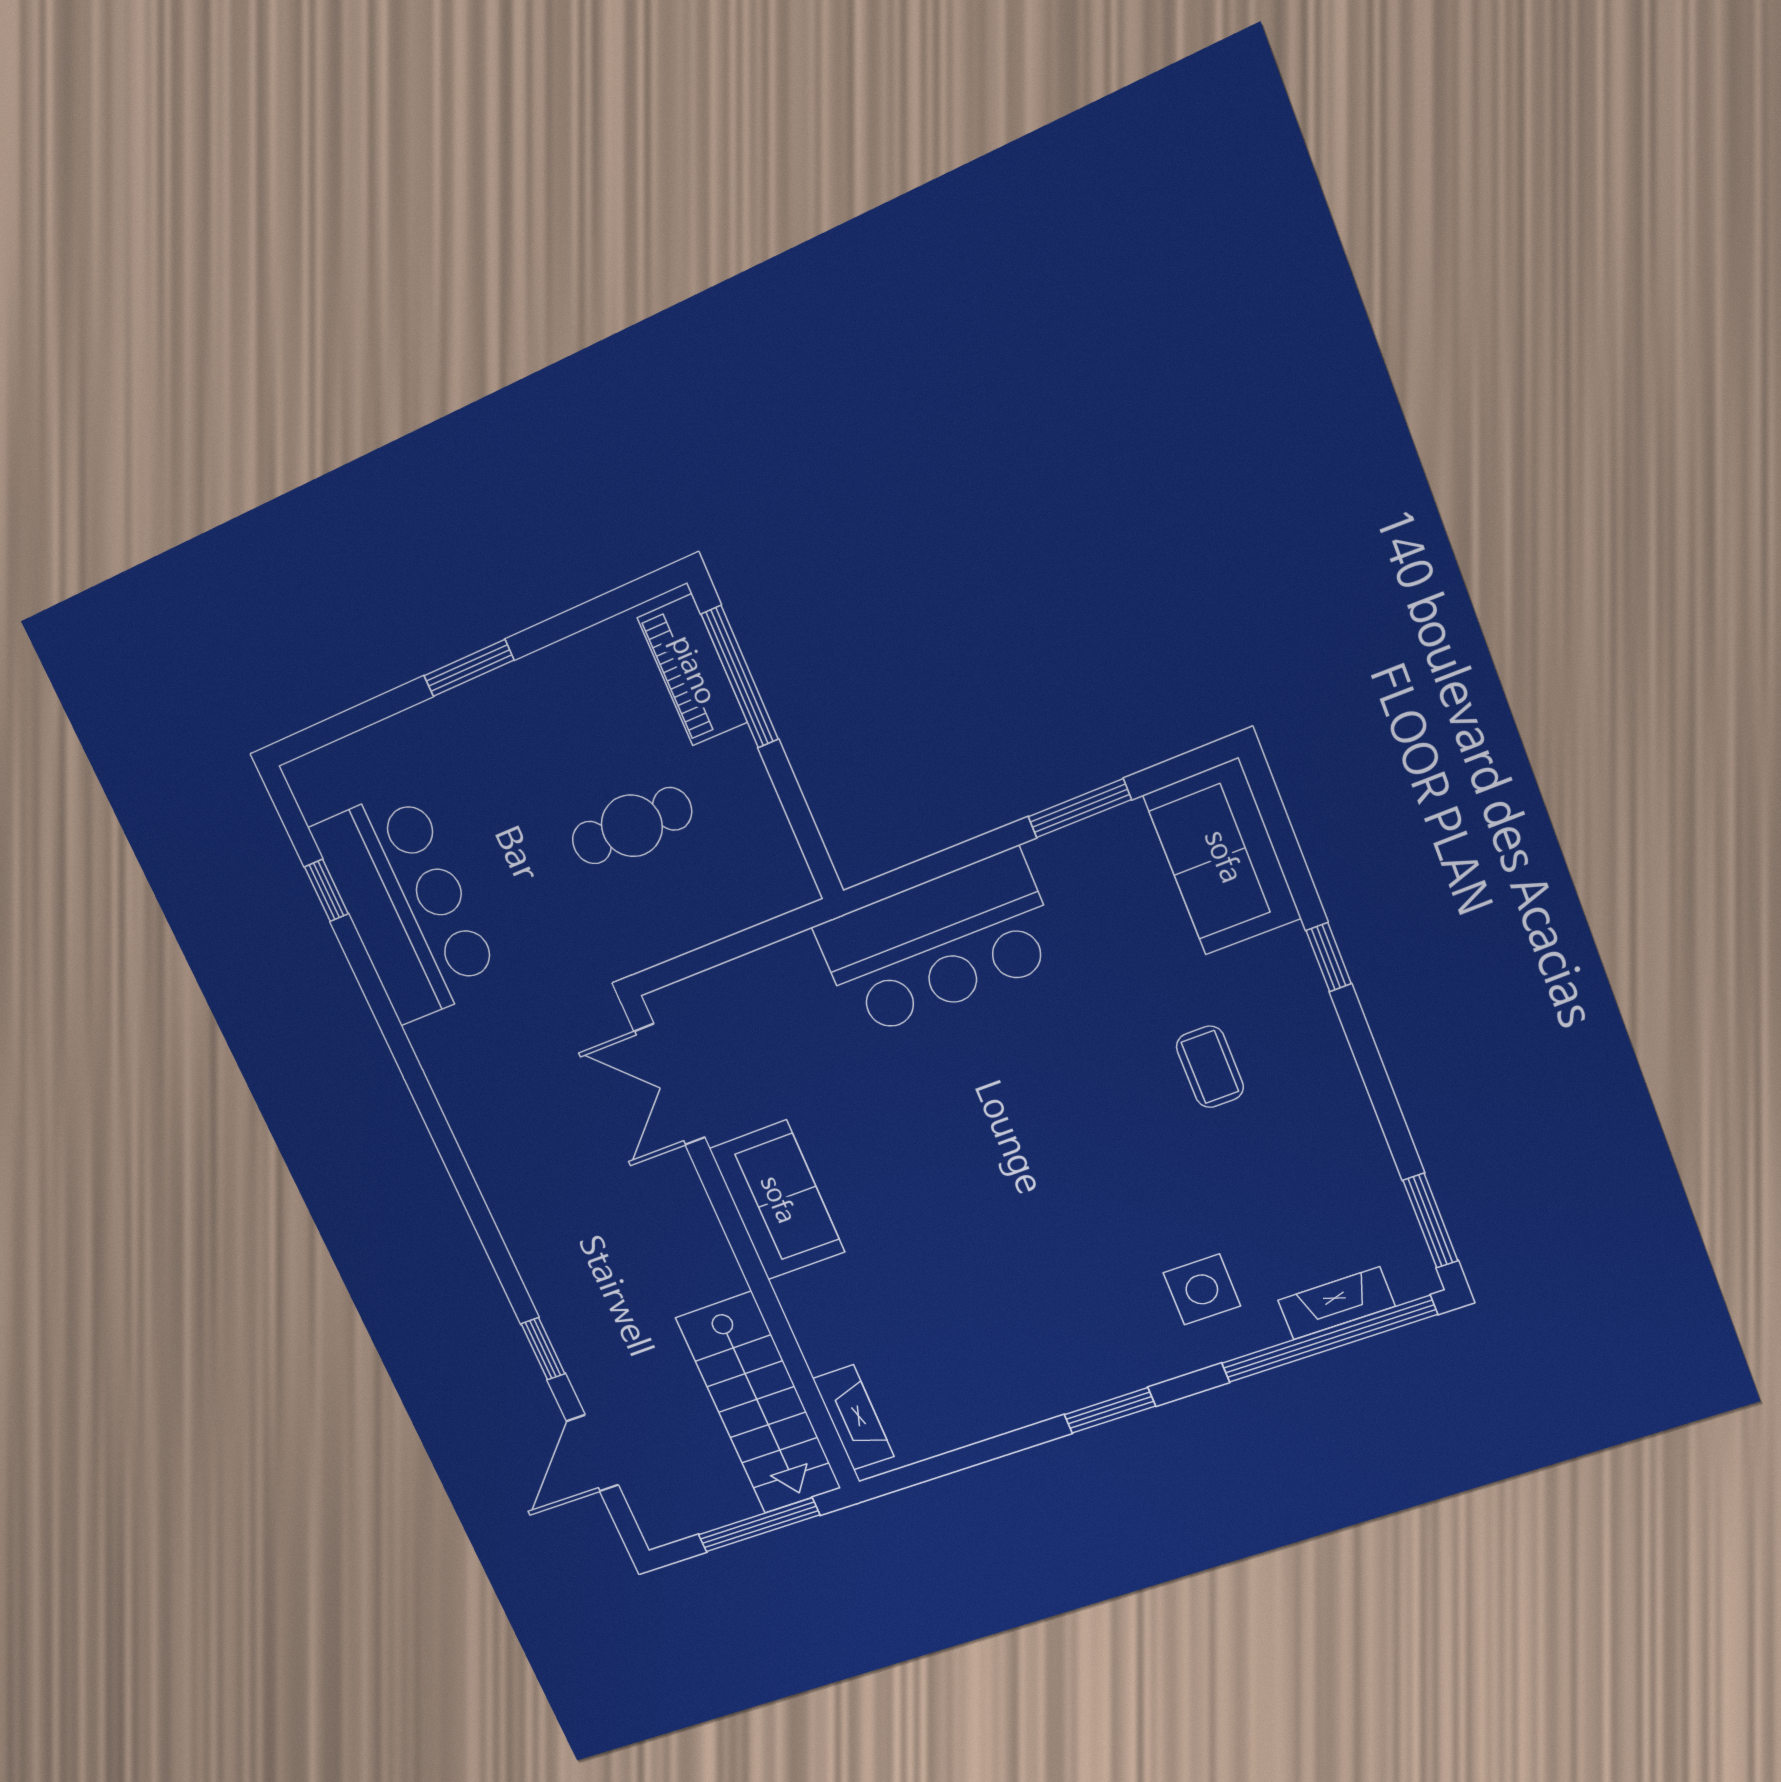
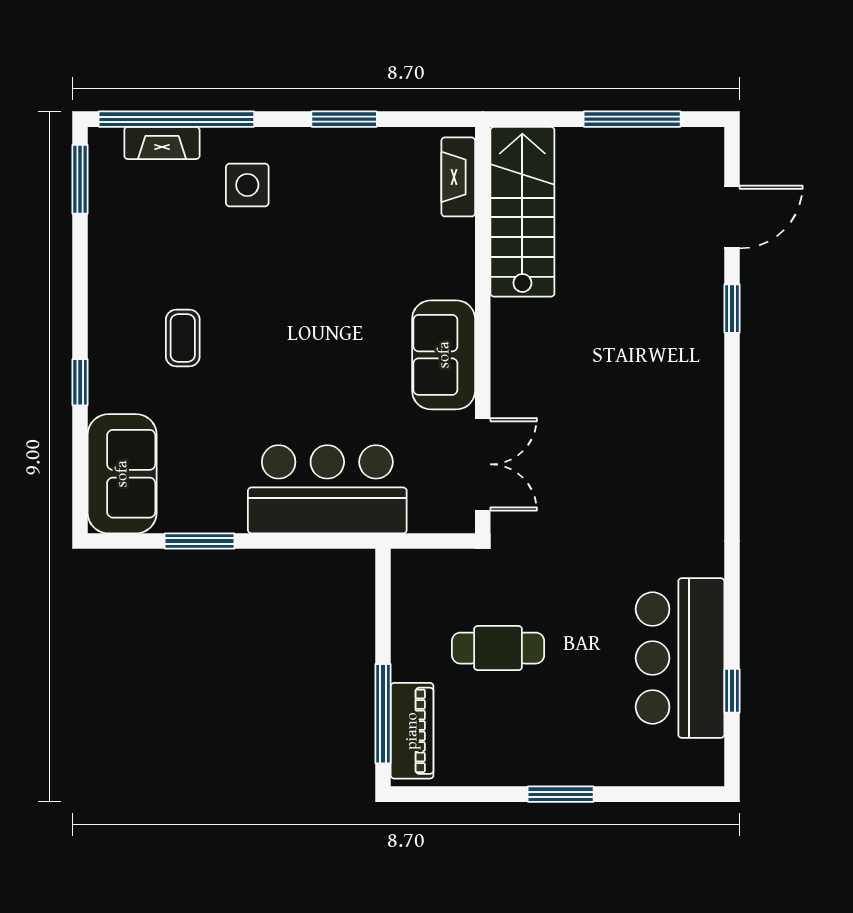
double door: (670, 1084) -> (483, 464), moved
sofa: (777, 1200) -> (444, 355), moved
wall: (743, 1247) -> (483, 330), moved
stairs: (758, 1403) -> (522, 212), moved
fireplace: (853, 1418) -> (458, 177), moved

